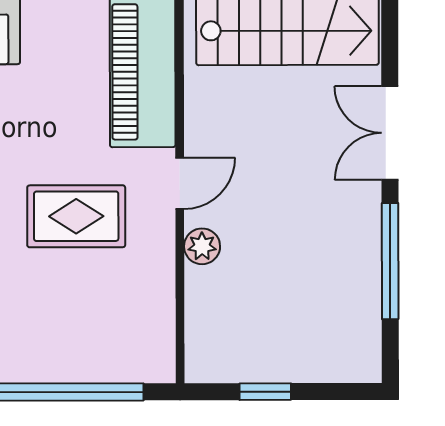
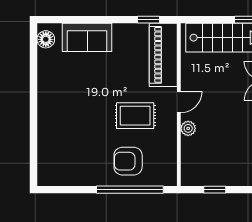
armchair: (59, 324) -> (128, 161), added

